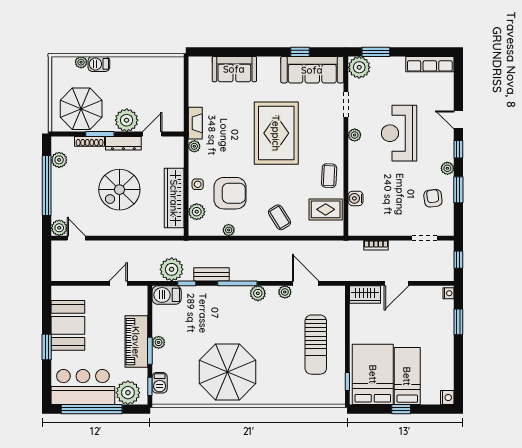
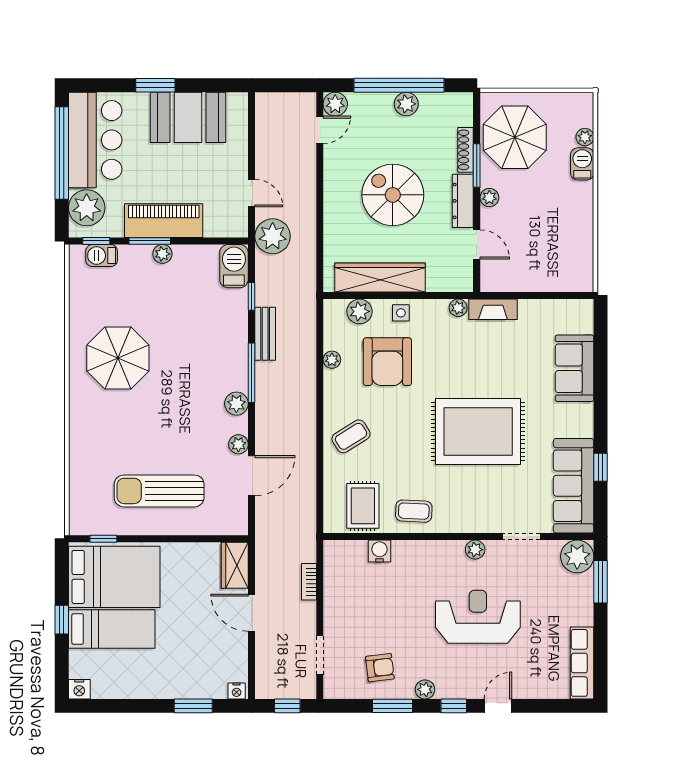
plant: (127, 120) -> (489, 198), width x0.53, depth x0.53
plant: (59, 160) -> (406, 104), moved
plant: (172, 269) -> (273, 236), moved
parasol: (228, 372) -> (118, 358), width x0.73, depth x0.73

